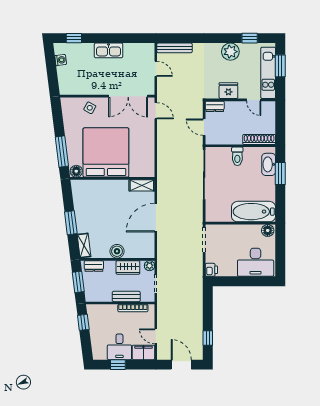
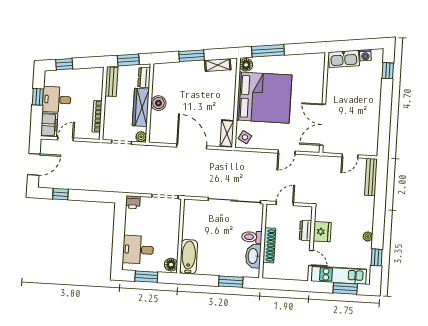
kitchen sink: (109, 50) -> (344, 59), moved, turned -97
plant: (230, 52) -> (368, 236), width x0.53, depth x0.53
door: (254, 100) -> (311, 258), swing flipped
dresser: (215, 106) -> (305, 230), moved
side table: (90, 108) -> (245, 137), moved
door: (156, 111) -> (287, 152), moved
shoe rack: (259, 139) -> (269, 245), moved
washbasin: (269, 164) -> (253, 256), moved, turned -90
bathtub: (253, 212) -> (189, 257), width x0.73, depth x0.73
shelving: (84, 245) -> (218, 65), moved
window: (280, 253) -> (146, 277), added
desk: (256, 262) -> (138, 250), width x0.73
wardrobe: (128, 267) -> (141, 107), width x1.50
bench: (126, 296) -> (111, 82), moved
window: (83, 322) -> (64, 64), moved

